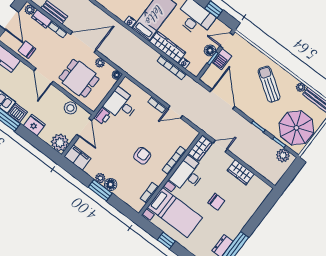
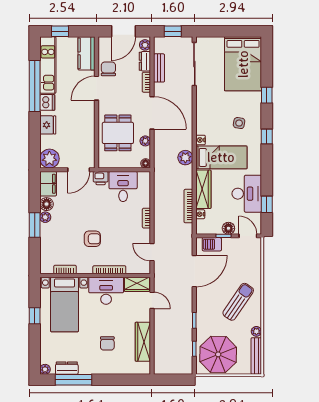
barbecue: (222, 59) -> (212, 244), moved
door: (43, 76) -> (96, 88), moved
stool: (70, 108) -> (86, 145), removed
door: (175, 112) -> (152, 252), moved
plant: (283, 155) -> (185, 158), moved
wardrobe: (241, 172) -> (143, 342), width x1.50
floor lamp: (111, 184) -> (47, 204), moved
chair: (216, 202) -> (107, 343), moved

